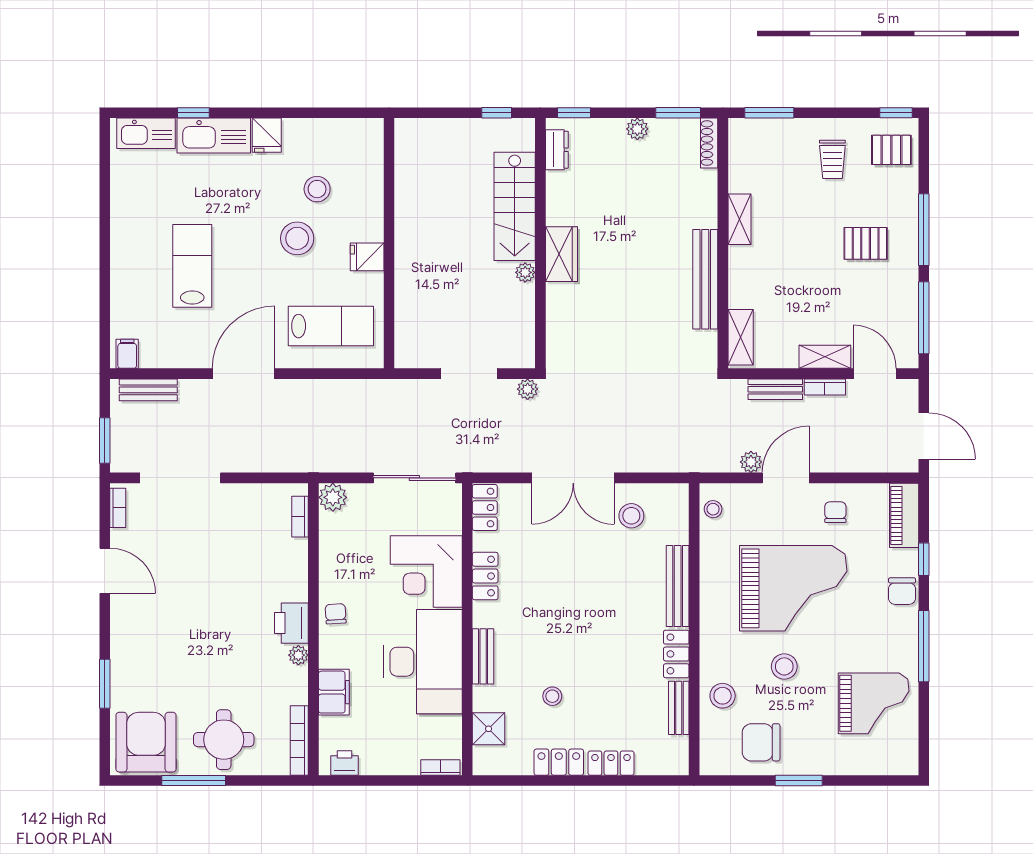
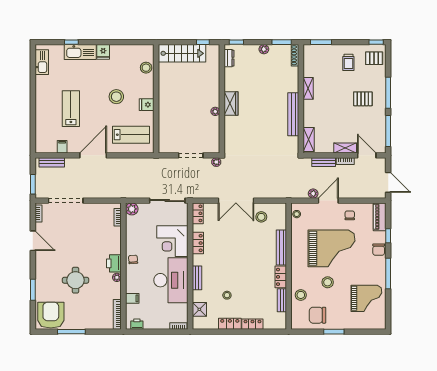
kitchen sink: (146, 133) -> (42, 62), moved, turned -90
stool: (317, 189) -> (146, 68), moved
stairs: (515, 206) -> (182, 53), moved, turned -90
filing cabinet: (127, 354) -> (62, 147), moved
filing cabinet: (334, 692) -> (132, 298), width x0.50
round table: (224, 740) -> (76, 280), moved

